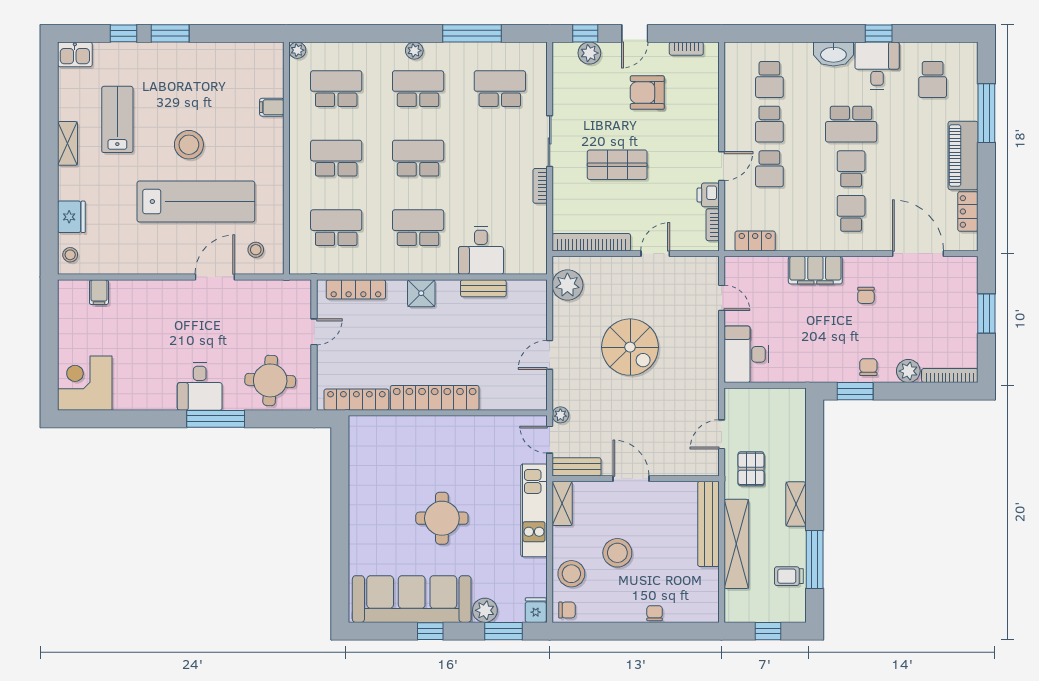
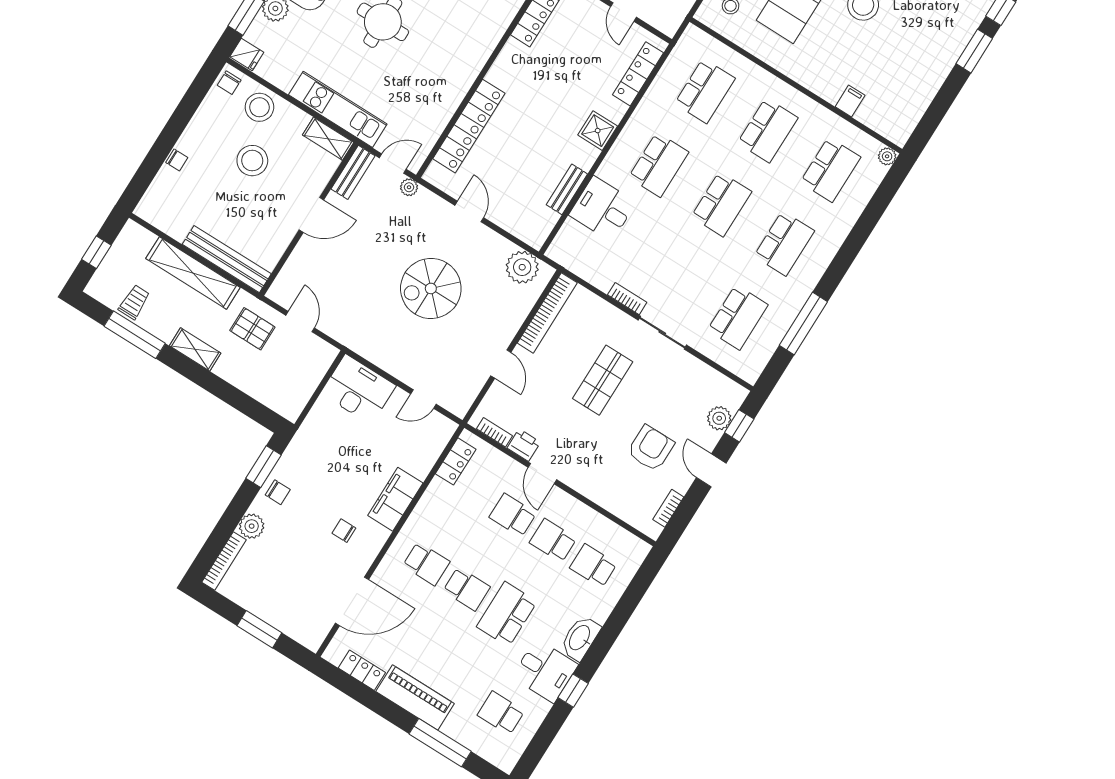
plant: (414, 51) -> (821, 262), removed
locker: (435, 398) -> (469, 126), moved

